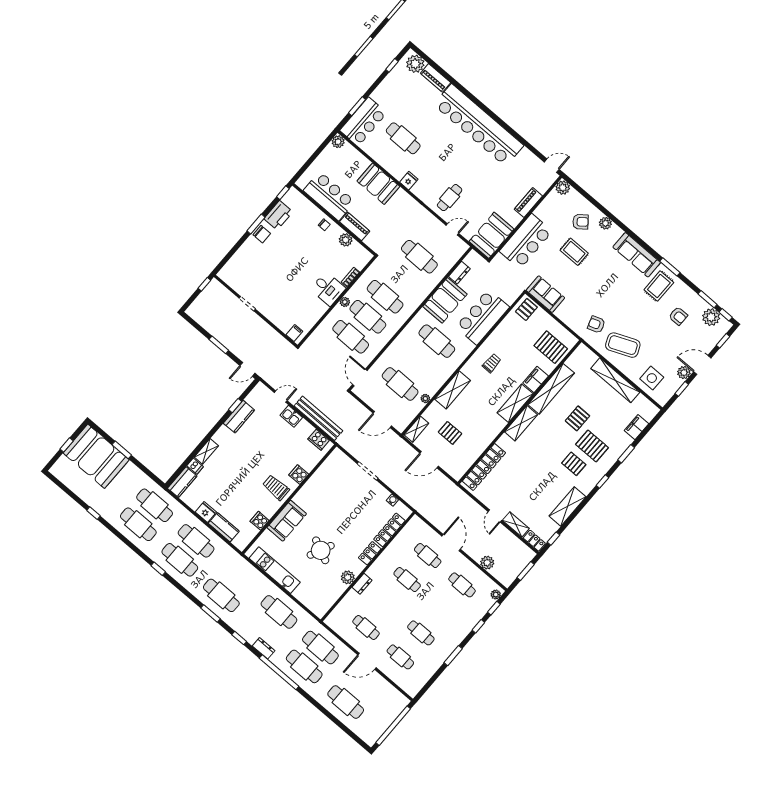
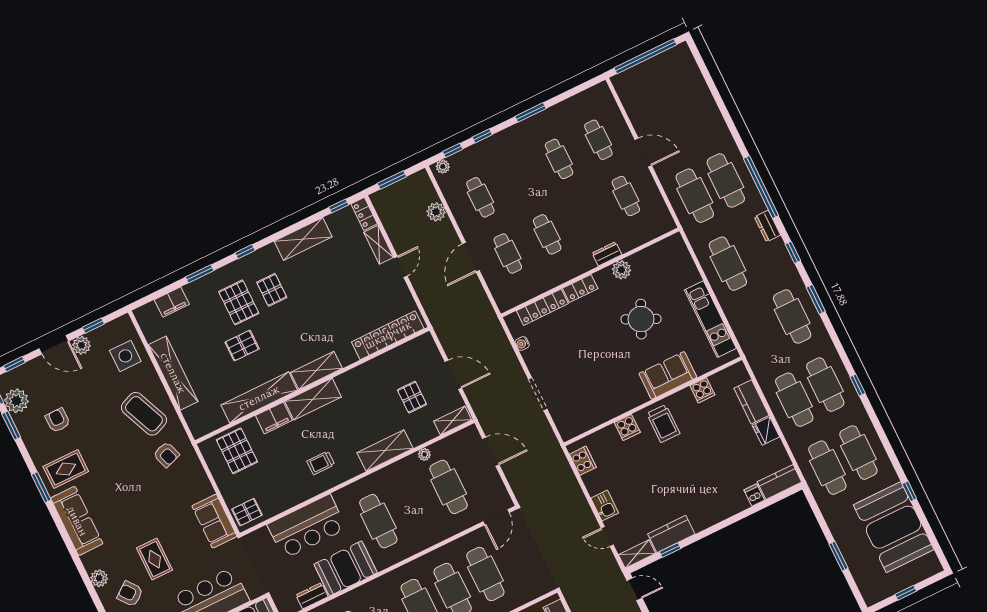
bench: (318, 418) -> (571, 488), removed
shelving: (206, 451) -> (637, 554), moved
booth: (96, 456) -> (894, 527), moved
cafe table: (346, 702) -> (693, 112), removed

